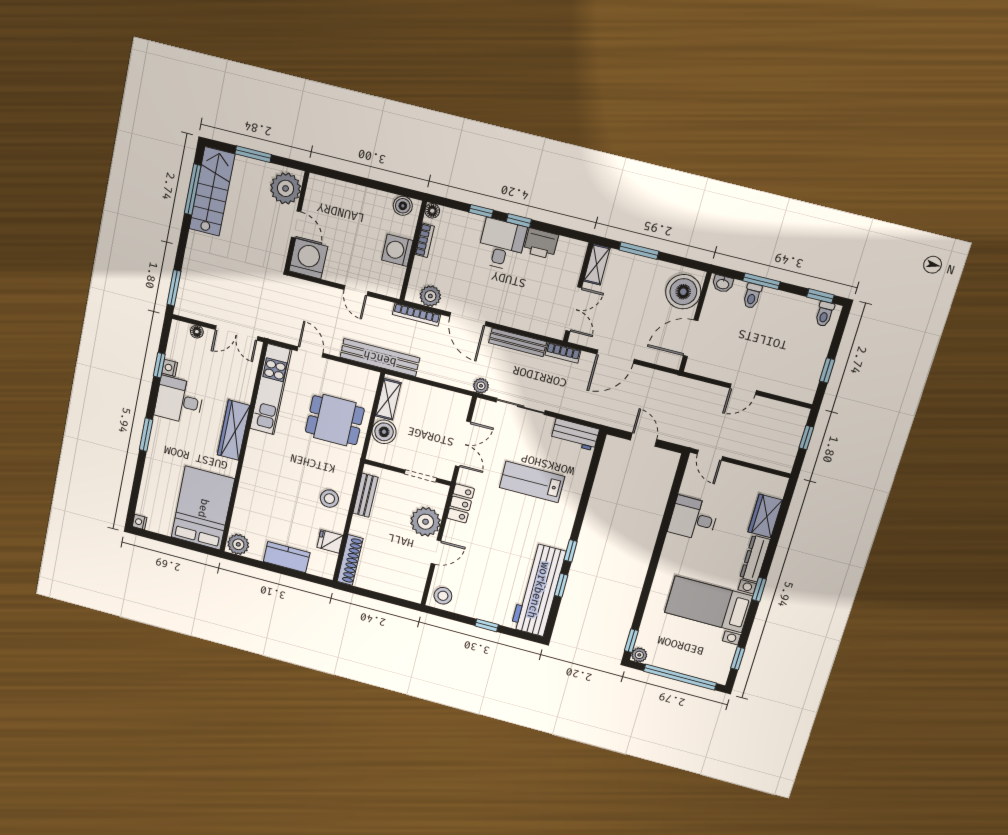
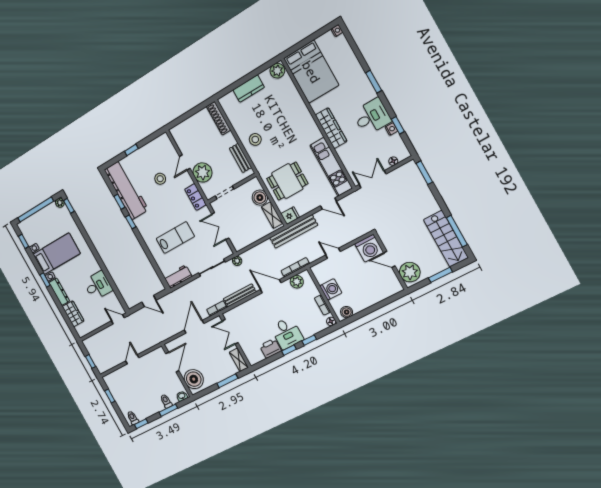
fridge: (330, 541) -> (290, 216), moved
stool: (443, 596) -> (160, 179), moved

